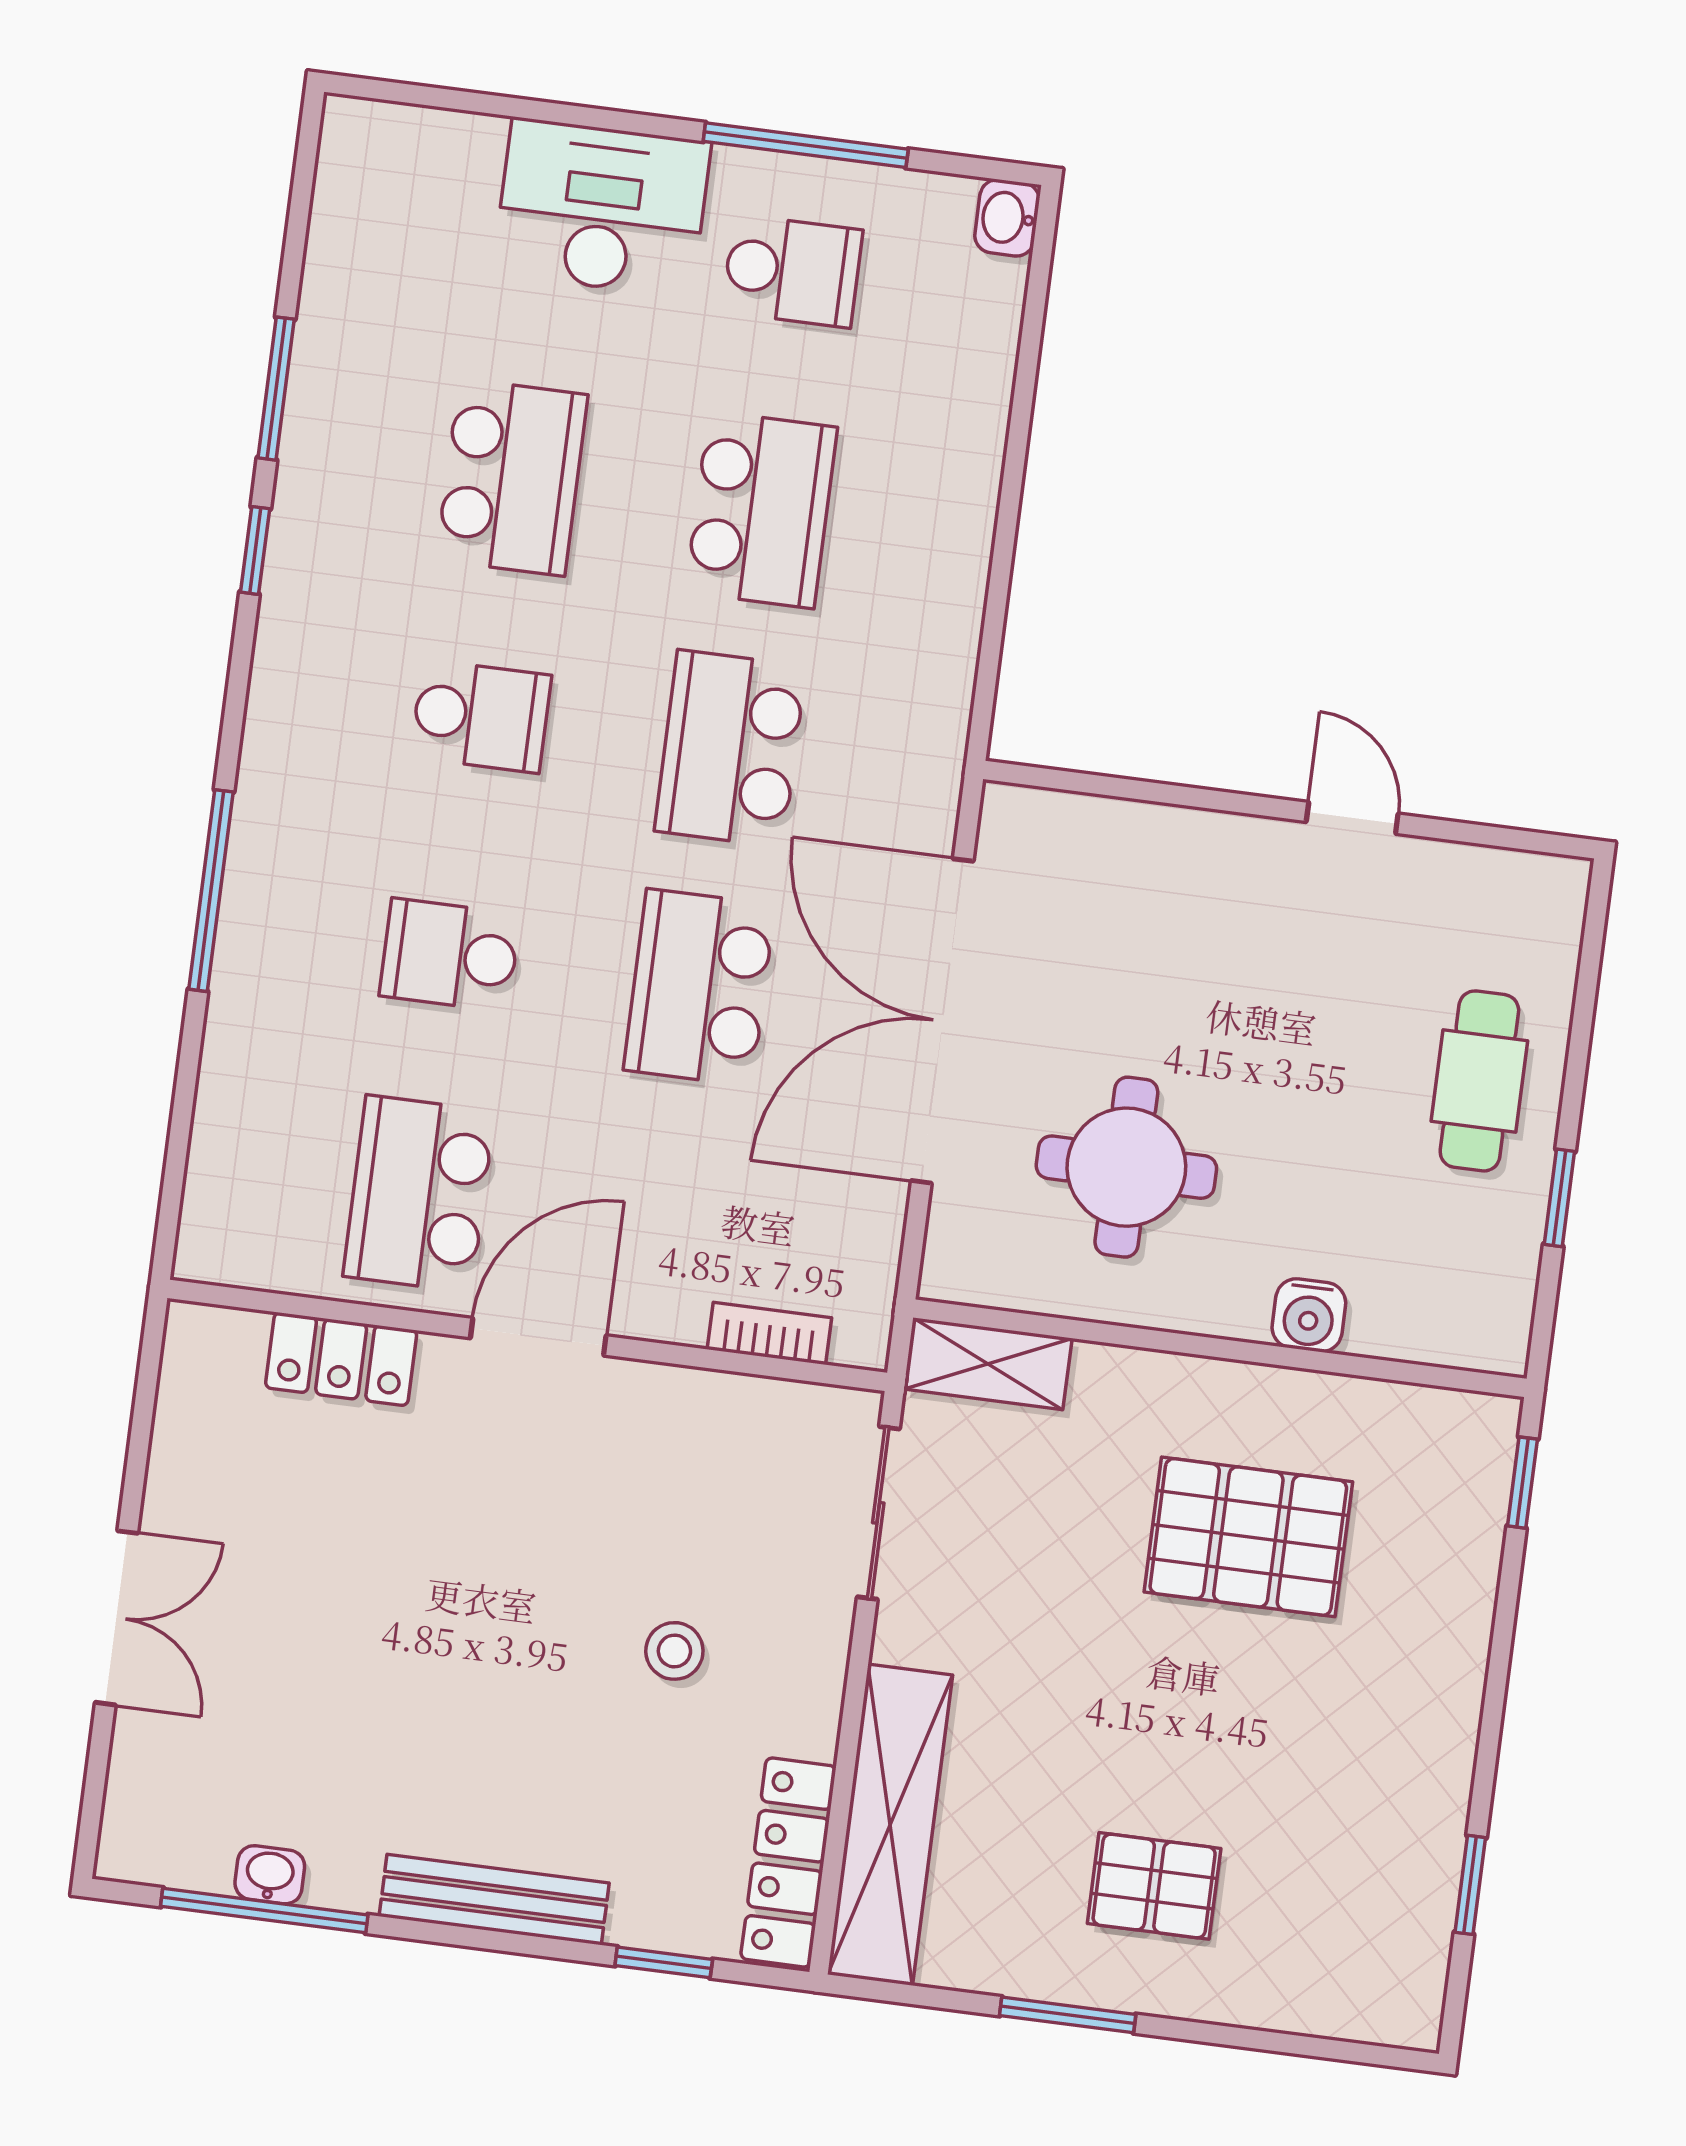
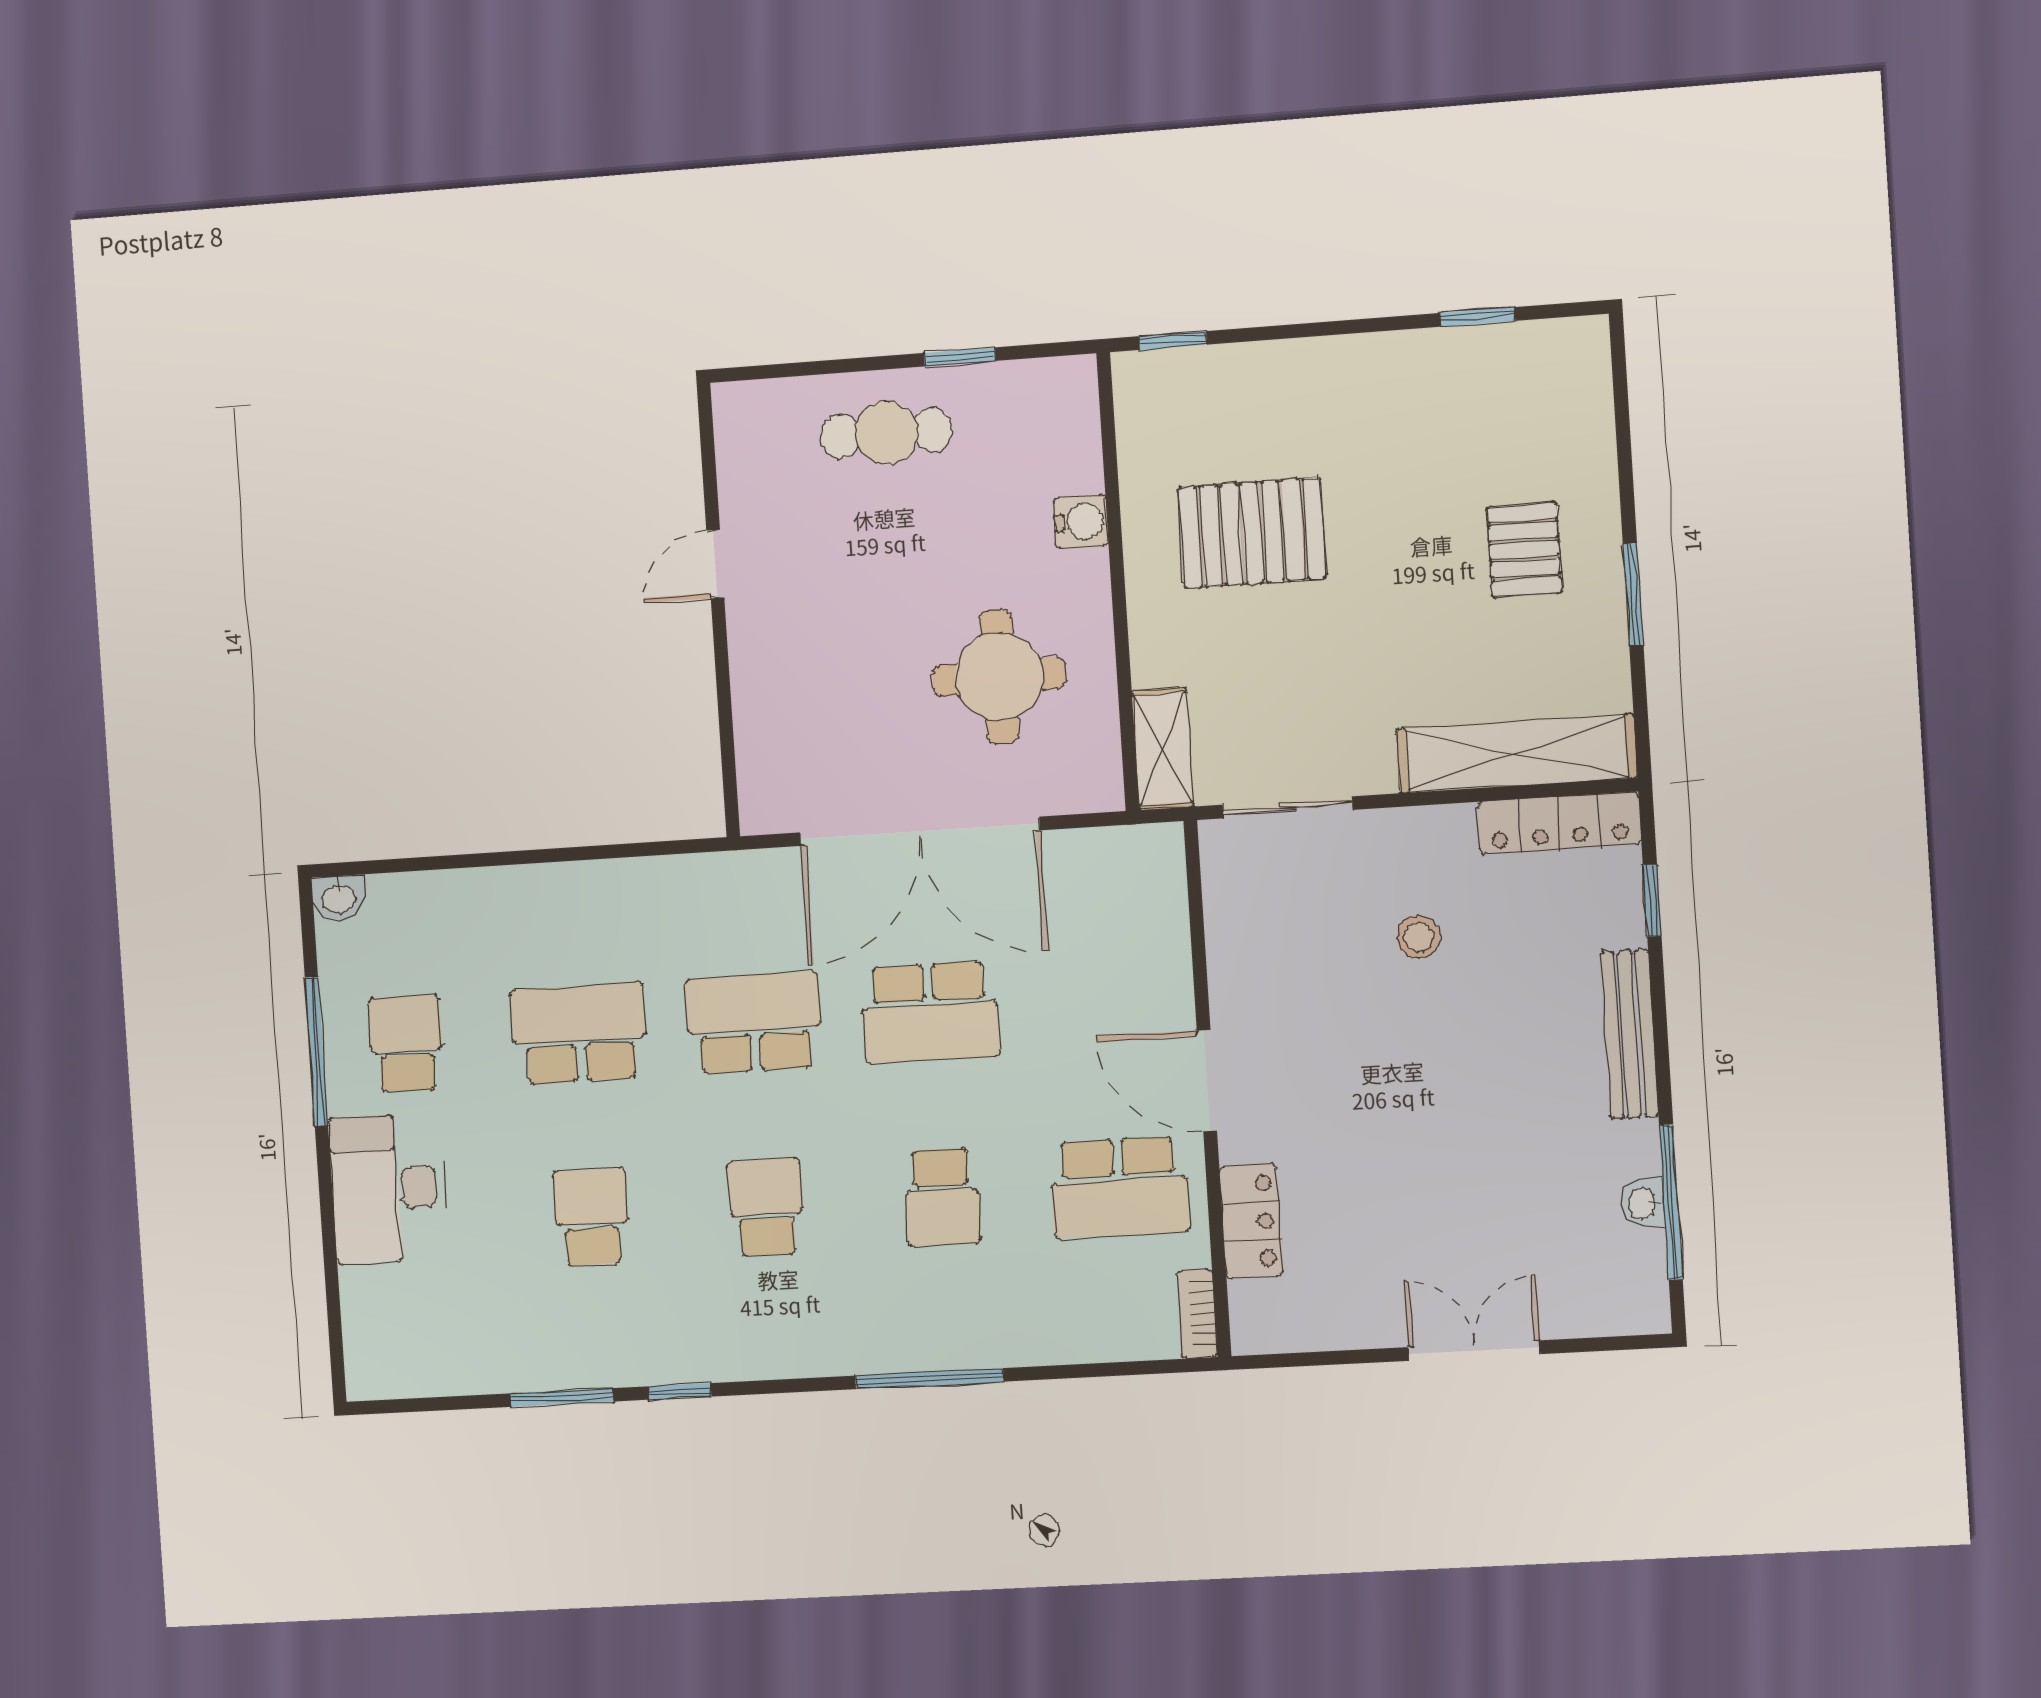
school desk: (512, 477) -> (592, 1217), width x0.54
school desk: (730, 749) -> (754, 1023), turned 180
bookcase: (769, 1334) -> (1197, 1314), moved
pallet: (1248, 1537) -> (1252, 533), turned 90

